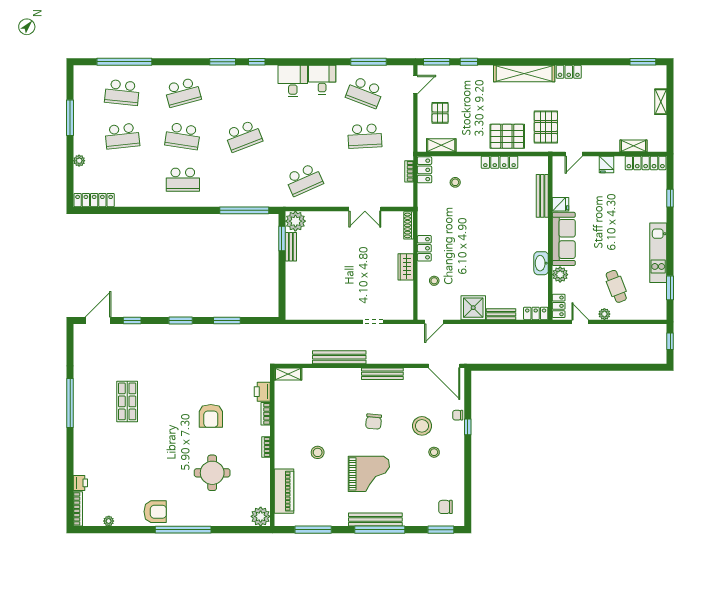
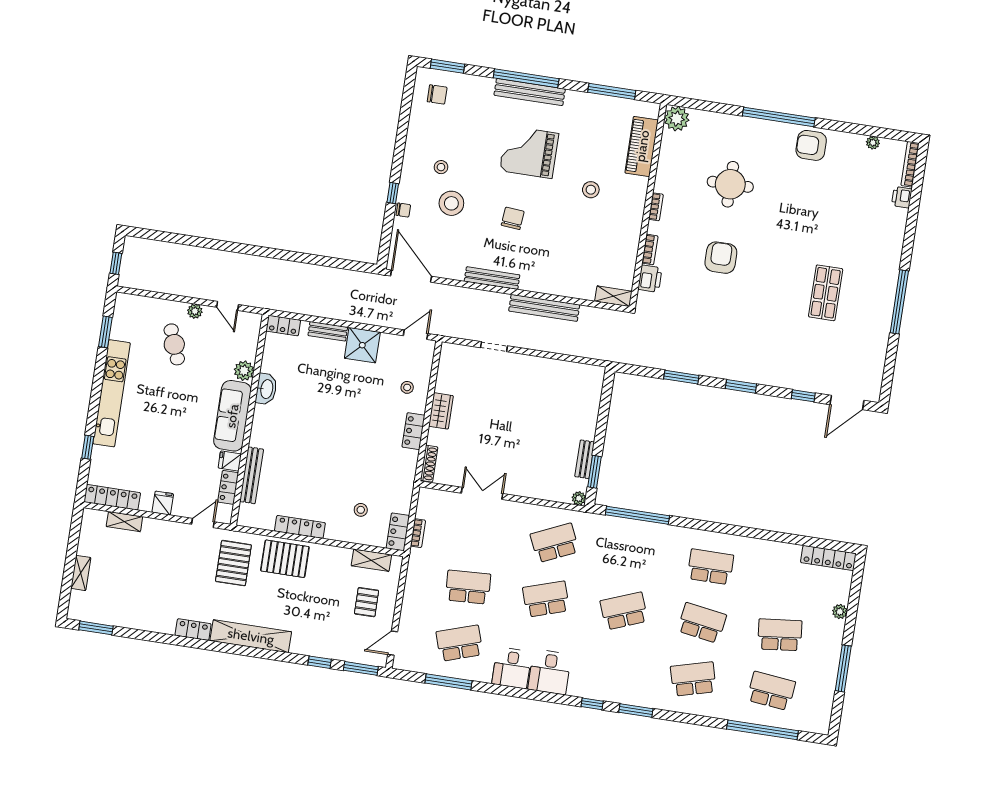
school desk: (365, 92) -> (459, 643), turned -39
school desk: (304, 136) -> (546, 599), added
plant: (295, 221) -> (579, 498), width x0.53, depth x0.53
kitchen unit: (658, 253) -> (112, 393), width x1.36
locker: (559, 306) -> (228, 487), moved

